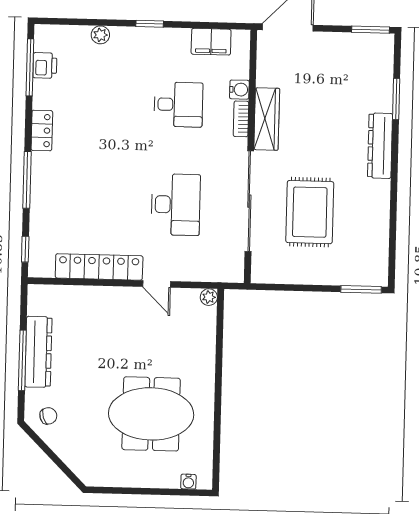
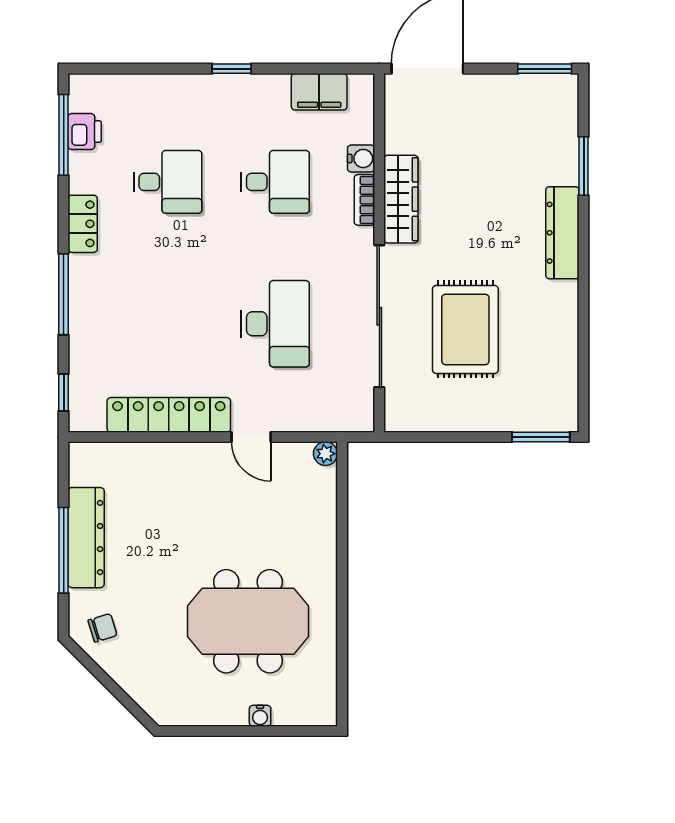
plant: (100, 35) -> (162, 86), removed
desk: (103, 102) -> (168, 182), added
water cooler: (188, 482) -> (260, 716), moved

